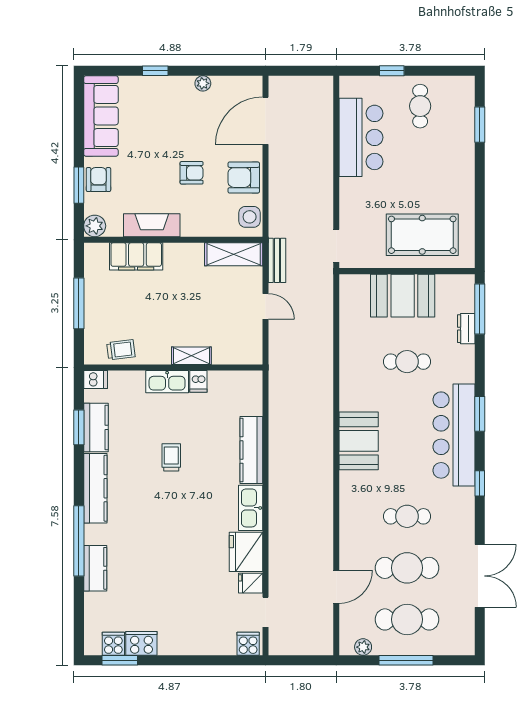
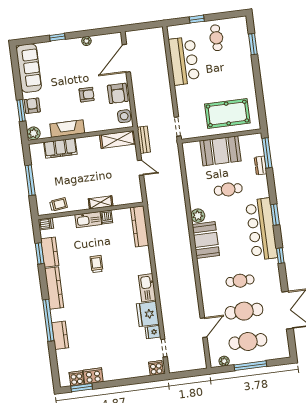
armchair: (244, 178) -> (118, 93), turned -90
plant: (351, 399) -> (198, 216), added
kitchen counter: (251, 450) -> (140, 226), moved

